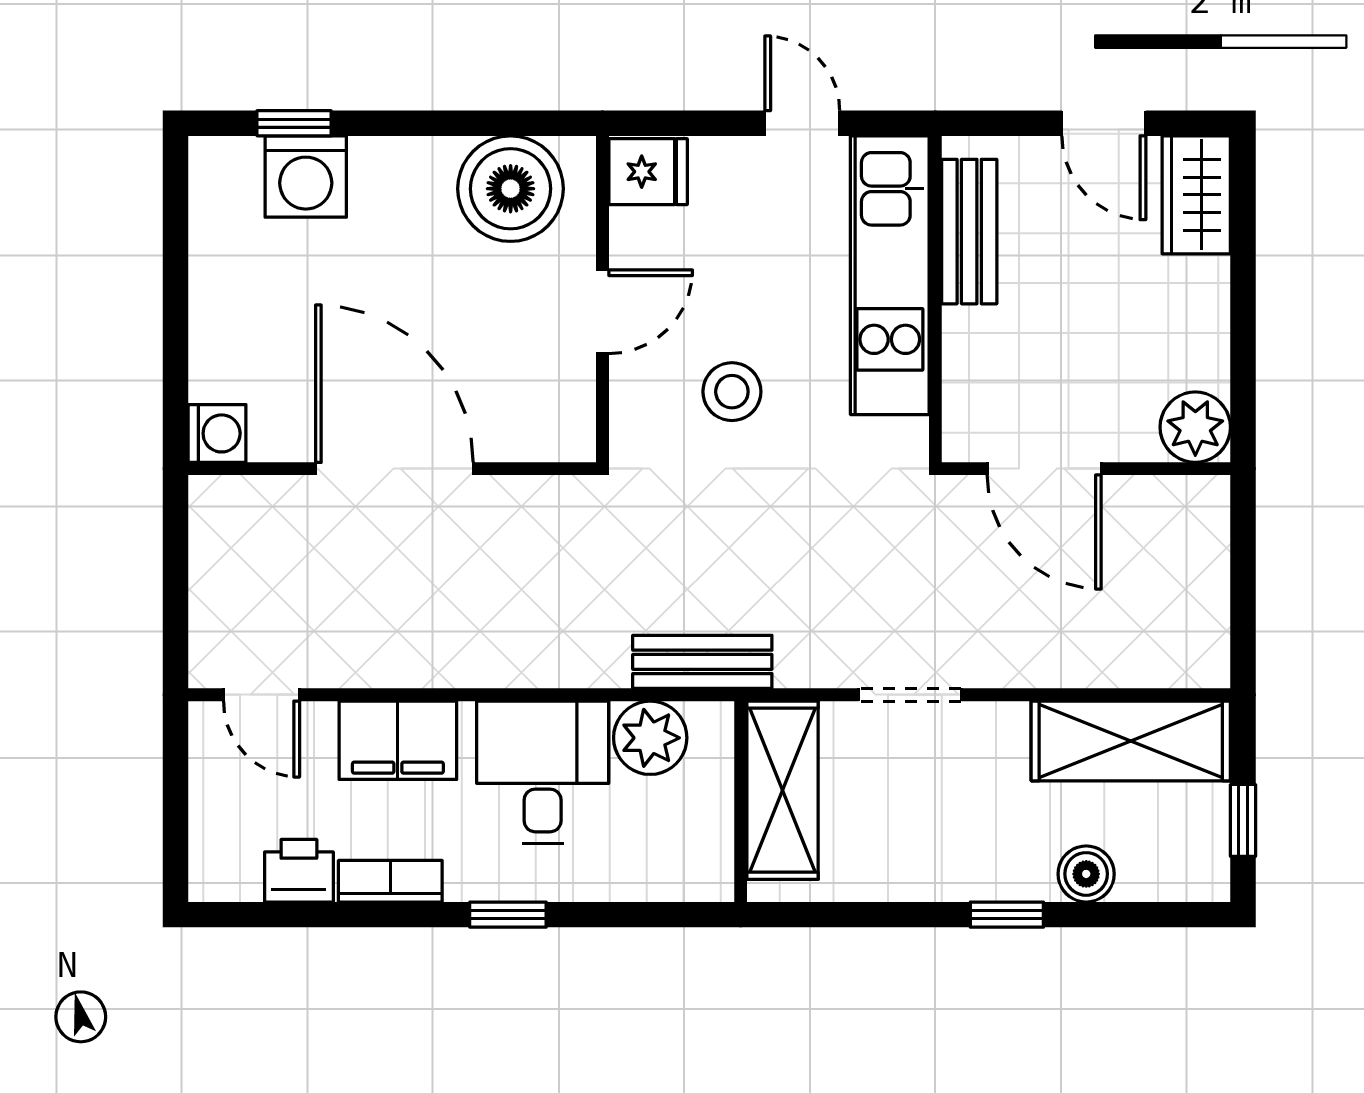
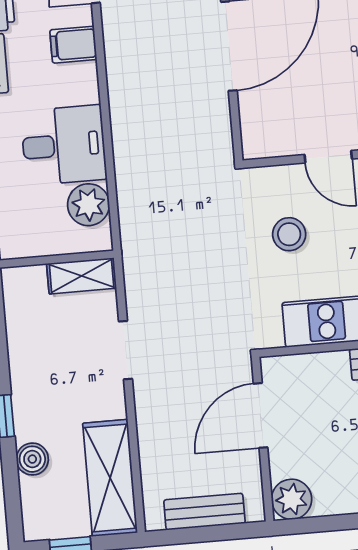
bench: (702, 662) -> (204, 512), moved, turned 90
filing cabinet: (398, 740) -> (73, 45), width x0.50
shelving: (783, 790) -> (82, 276), width x0.67, depth x0.75

